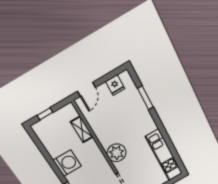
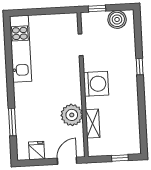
plant: (117, 153) -> (72, 115), moved
washing machine: (67, 163) -> (96, 84), moved, turned 180

